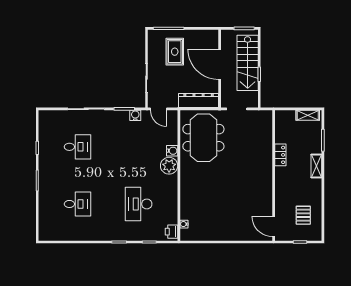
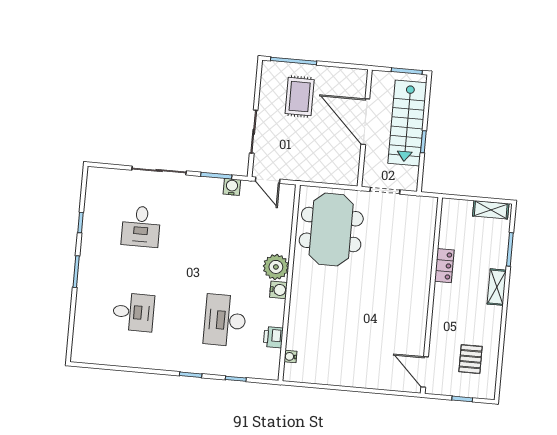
dresser: (199, 101) -> (329, 173), removed
desk: (78, 147) -> (141, 226), turned 90
water cooler: (172, 151) -> (278, 290), moved
printer: (172, 232) -> (273, 337), moved

